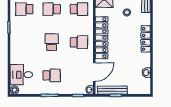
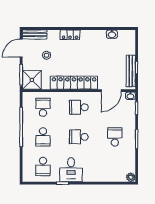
locker: (146, 39) -> (70, 35), width x0.66
school desk: (79, 42) -> (79, 107), turned -90
door: (94, 72) -> (111, 91), swing flipped
desk: (21, 75) -> (71, 170), moved

